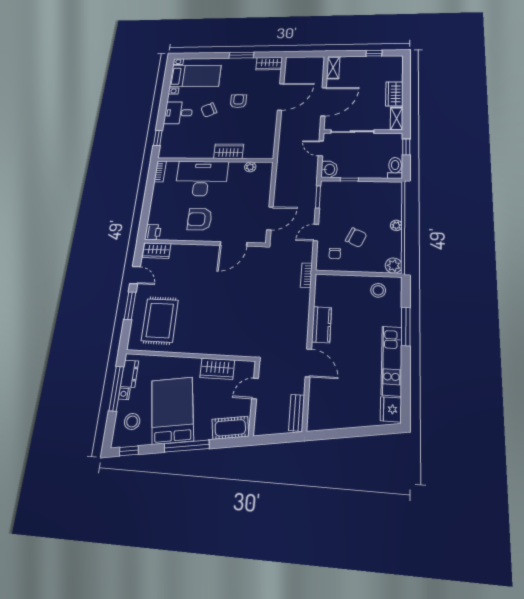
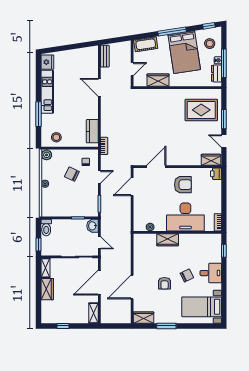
rug: (160, 320) -> (201, 110), turned 90
kitchen counter: (321, 325) -> (92, 131), moved

